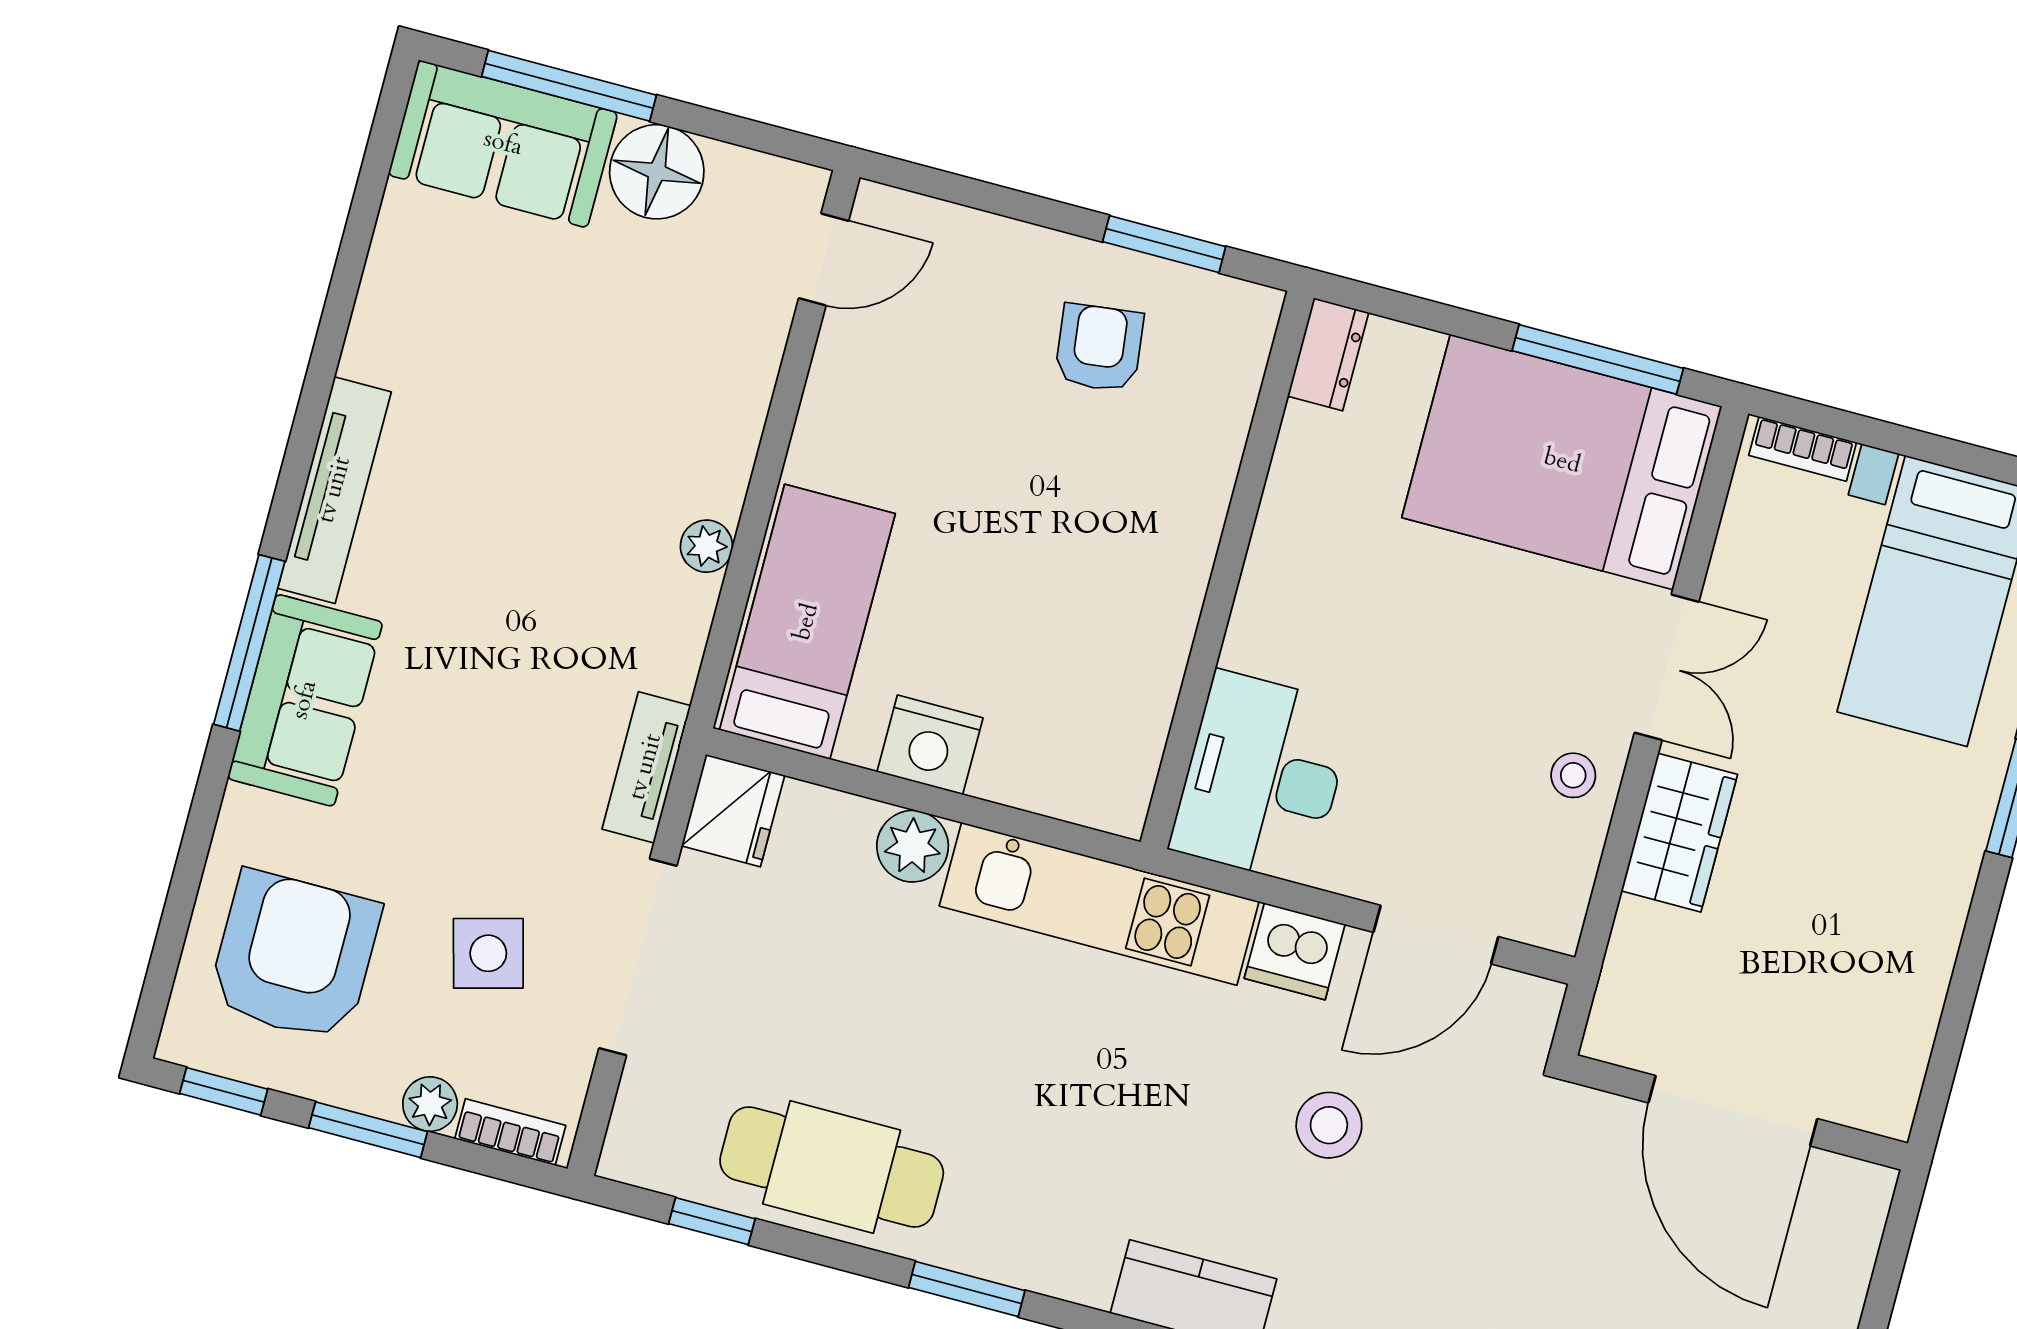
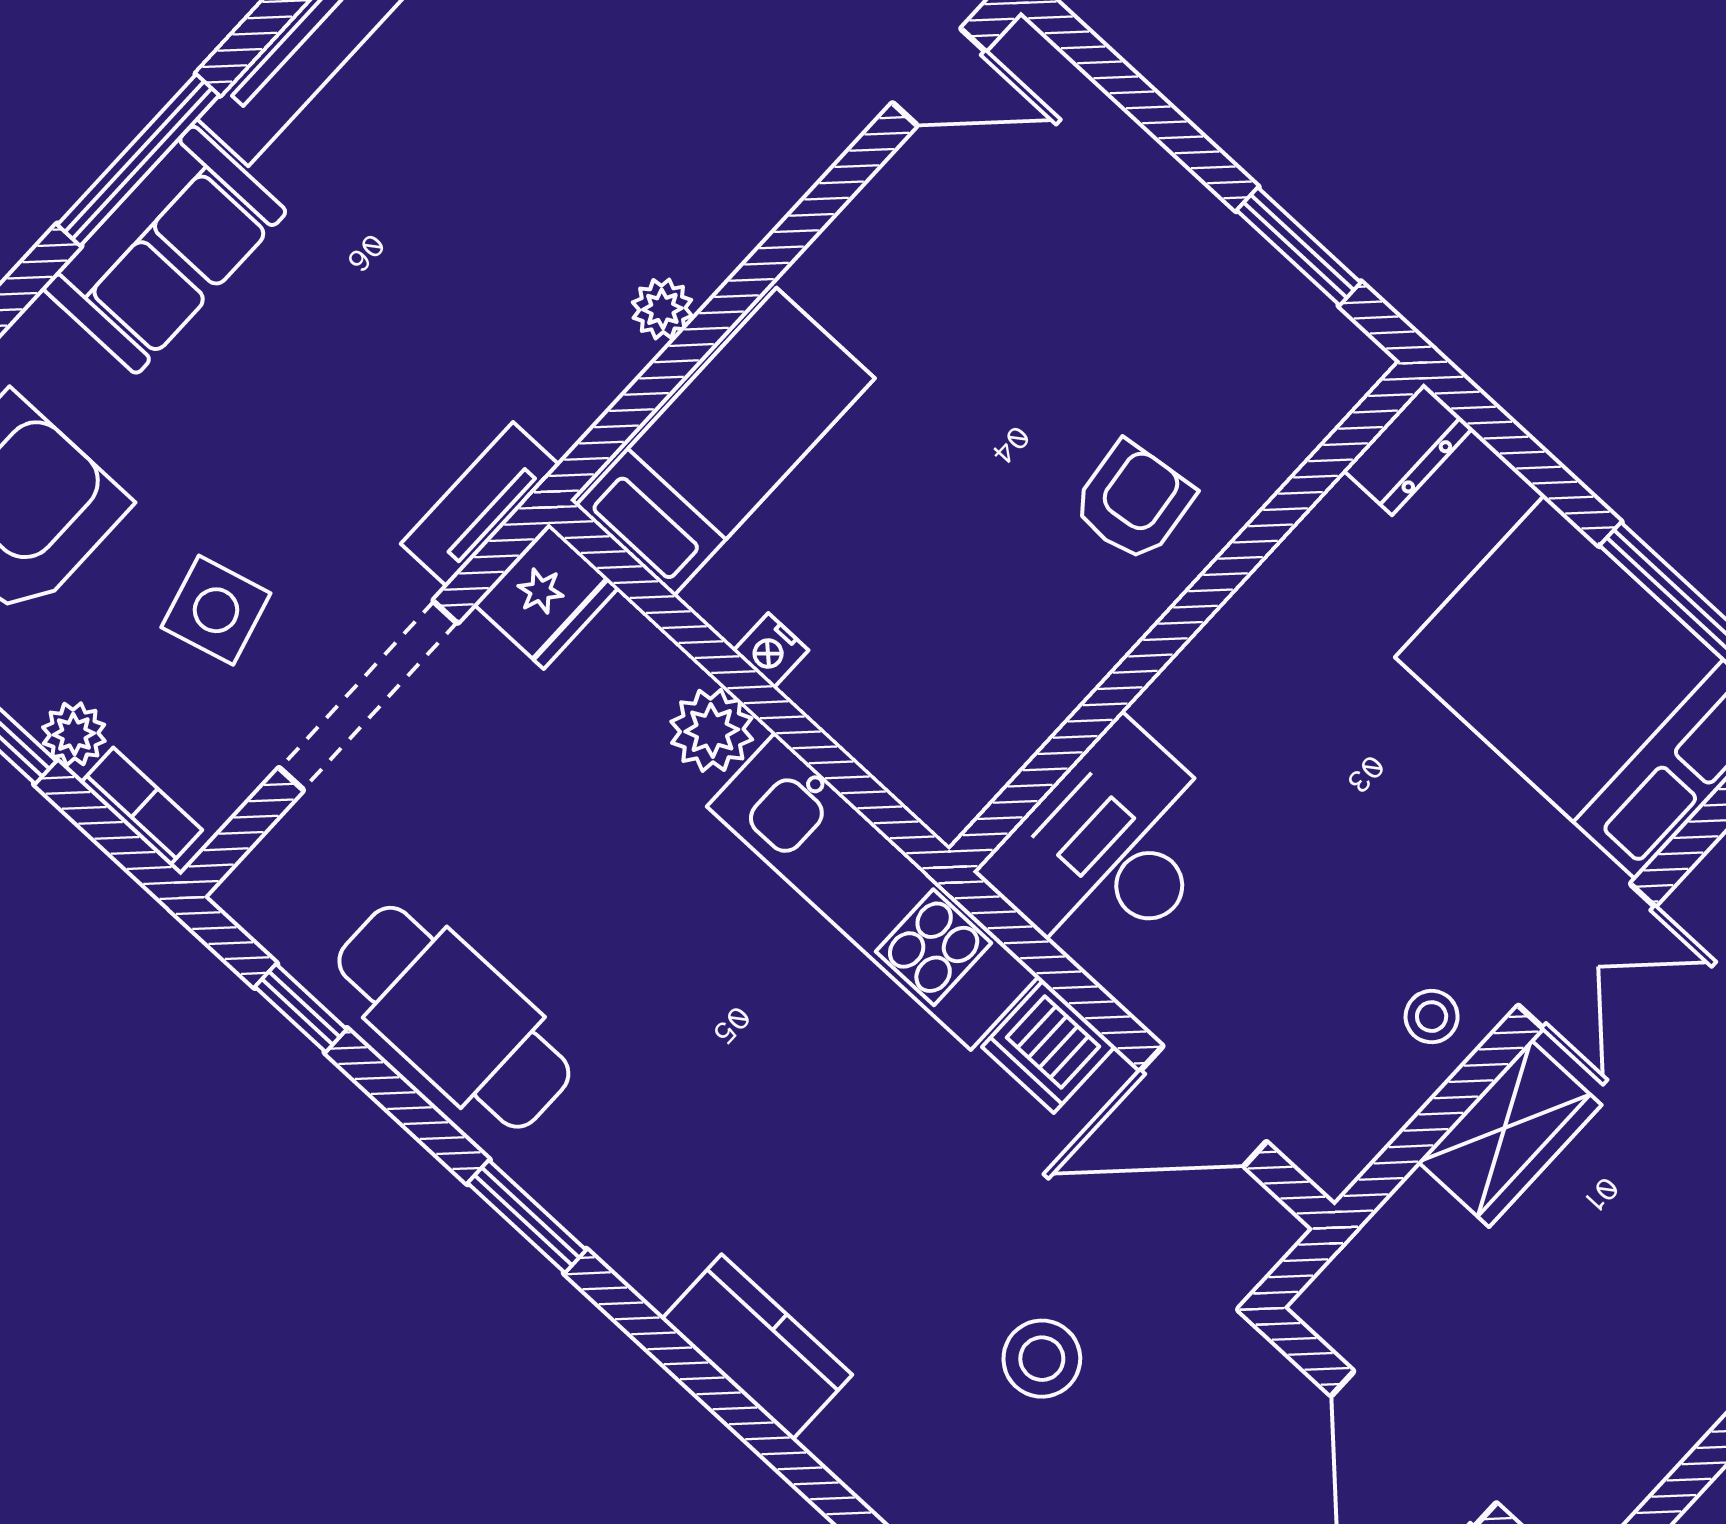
armchair: (1099, 348) -> (1133, 502), moved
nightstand: (930, 745) -> (771, 651), width x0.53, depth x0.56
stool: (1329, 1125) -> (1042, 1359), moved

